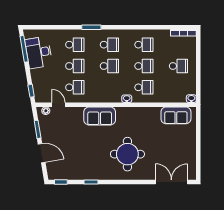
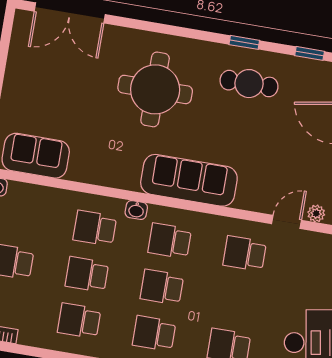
school desk: (75, 66) -> (170, 241), moved
door: (58, 105) -> (286, 222), swing flipped
sofa: (100, 116) -> (189, 180), width x1.36
cafe table: (86, 164) -> (249, 84), added

